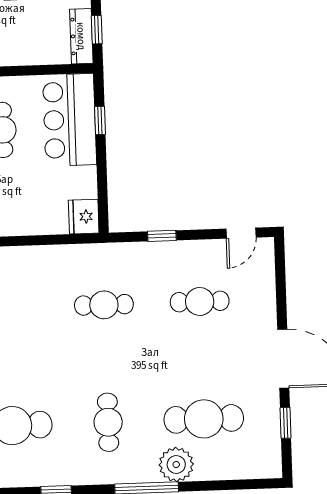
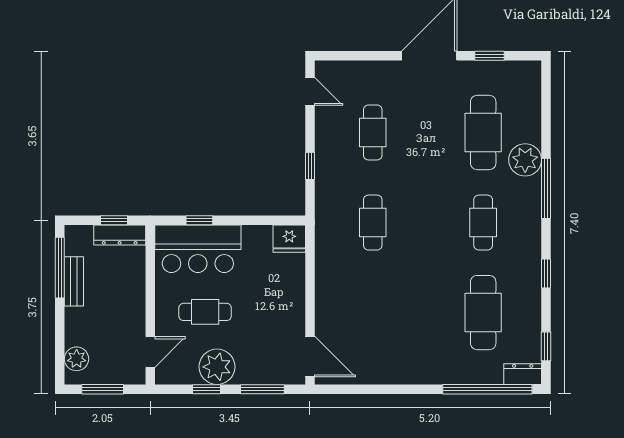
cafe table: (108, 422) -> (483, 223), turned 90

